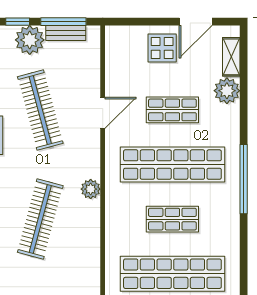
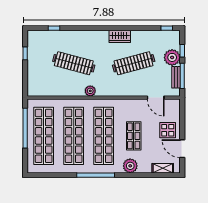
plant: (227, 91) -> (130, 166), moved
door: (103, 113) -> (156, 98), moved
shop shelf: (172, 219) -> (74, 136), width x2.00, depth x1.36

